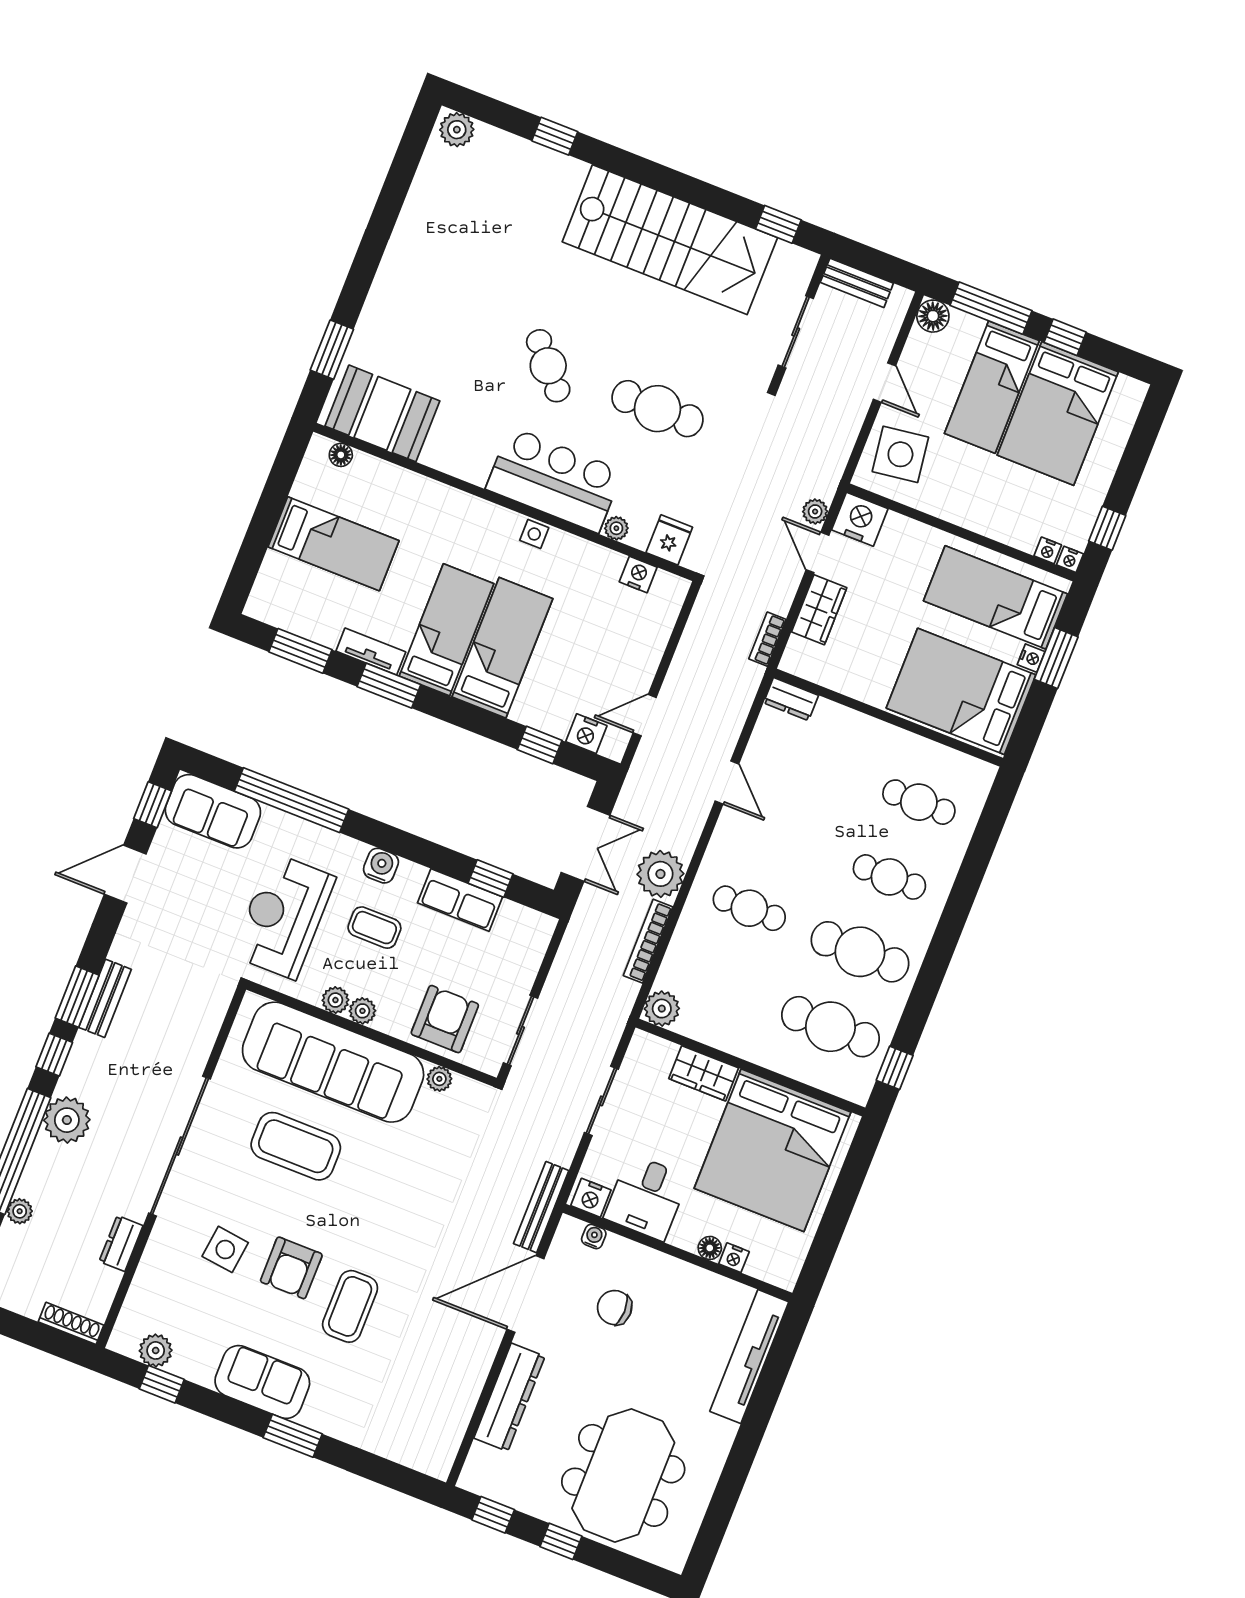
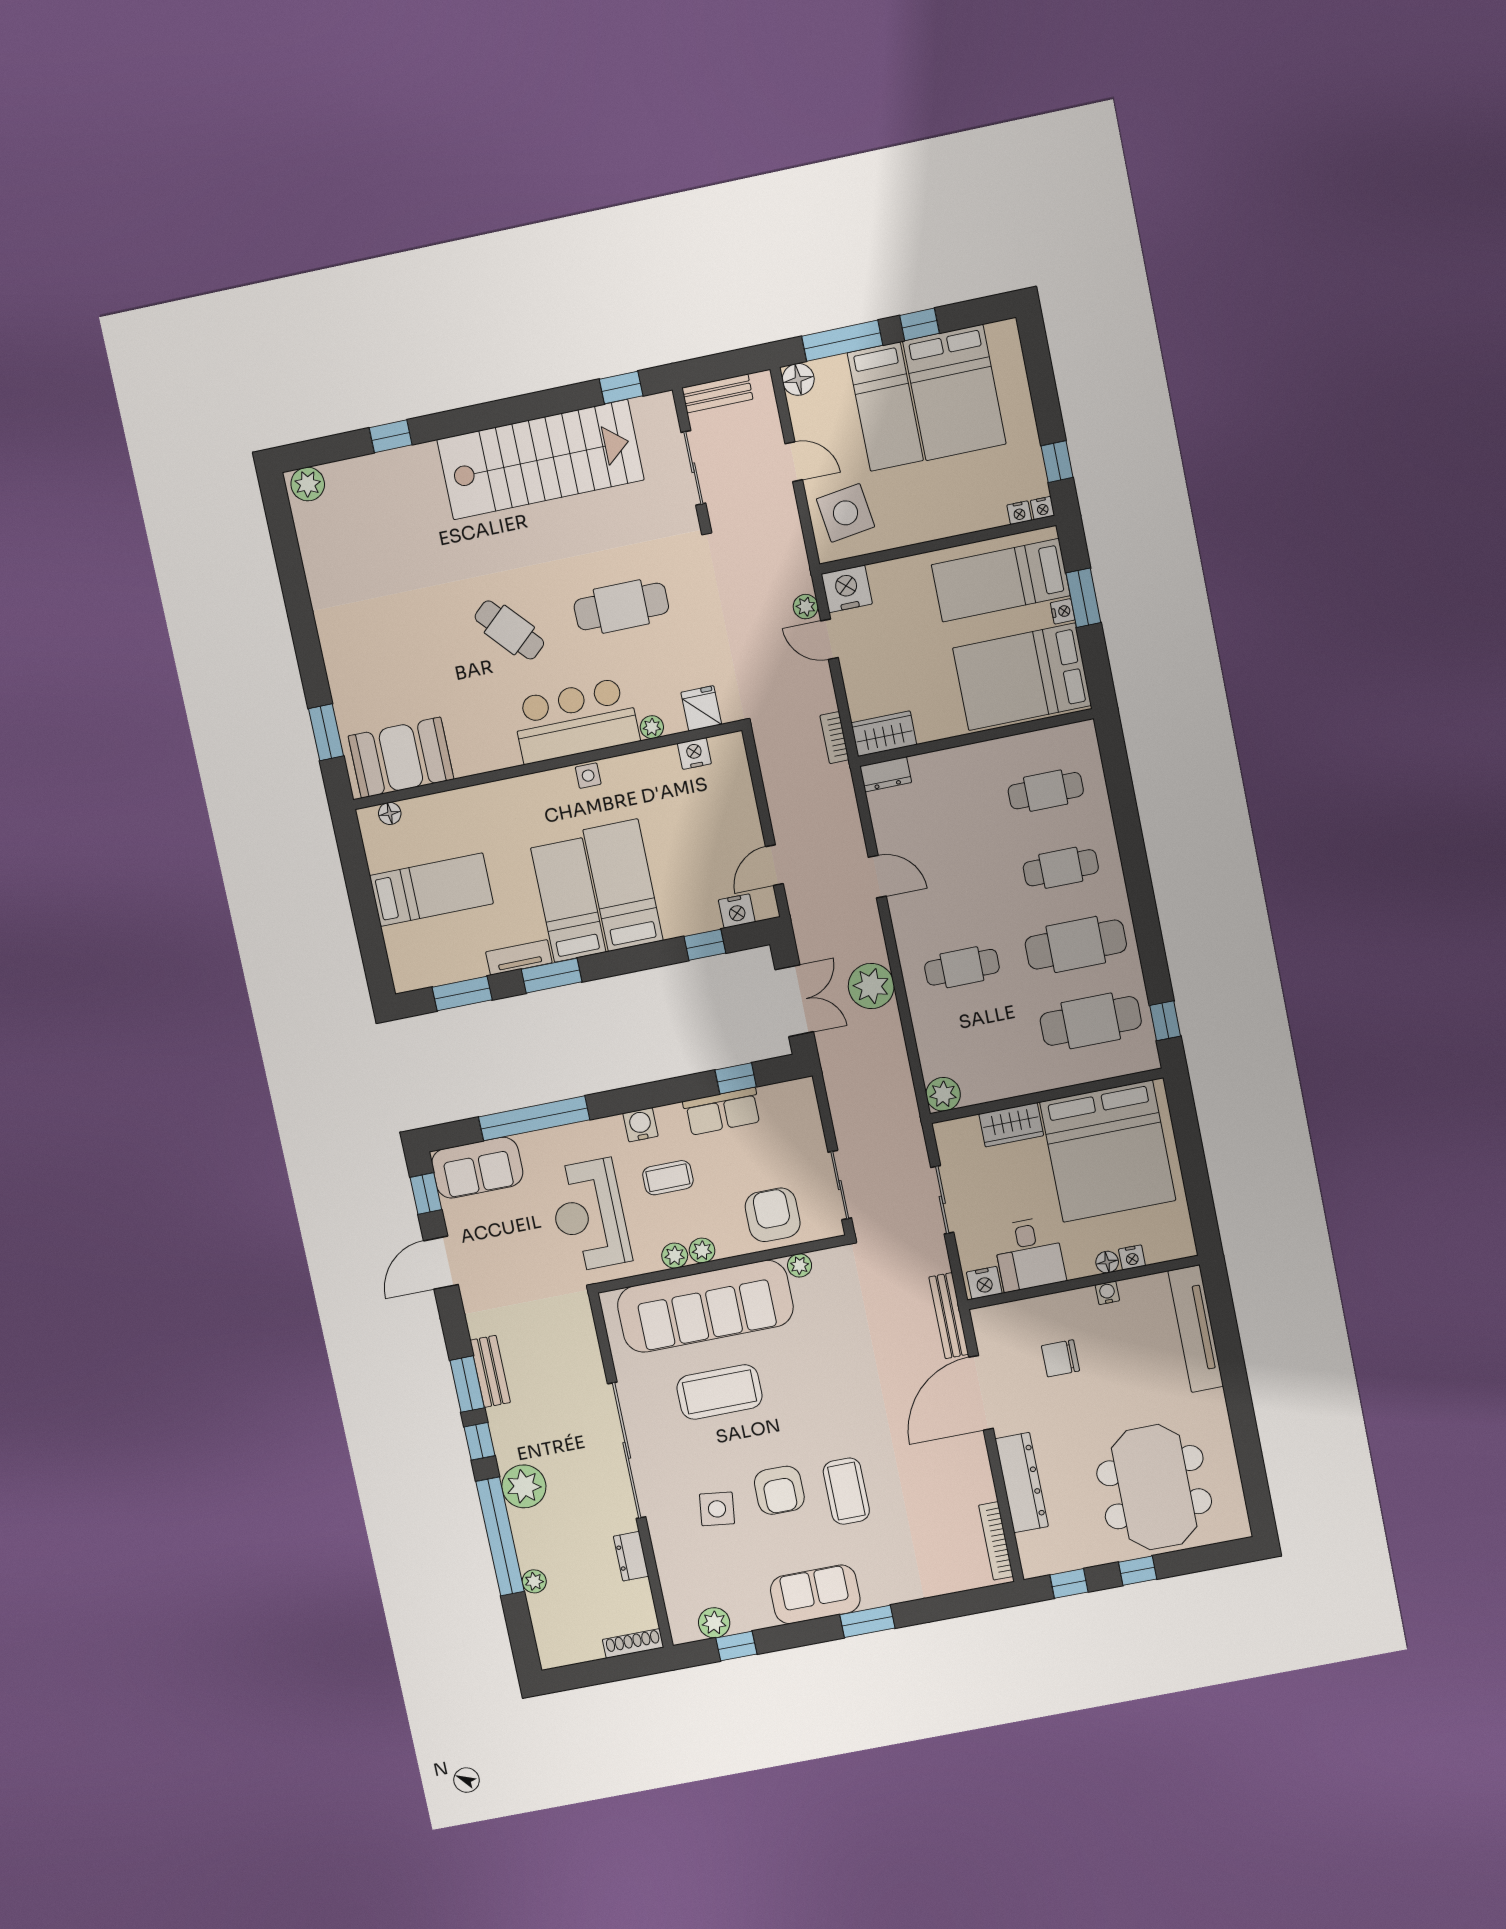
wardrobe: (819, 610) -> (884, 734), moved, turned -90
bookcase: (648, 941) -> (996, 1541), moved
water cooler: (594, 1236) -> (1107, 1293), moved

